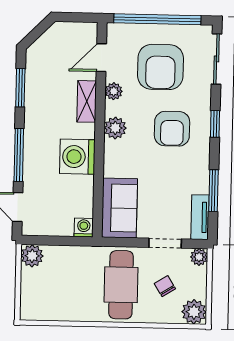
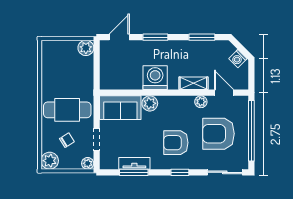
plant: (115, 128) -> (150, 103), moved
window: (19, 155) -> (155, 37), width x0.69
tv unit: (200, 217) -> (134, 163), moved
washing machine: (84, 228) -> (238, 59), moved, turned 135

